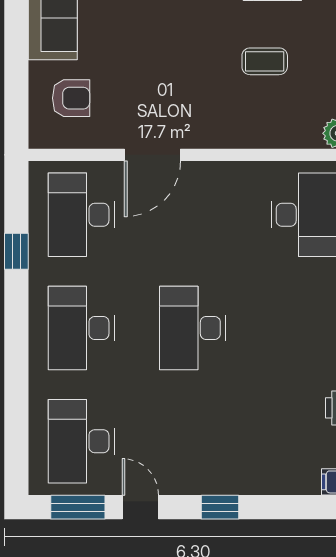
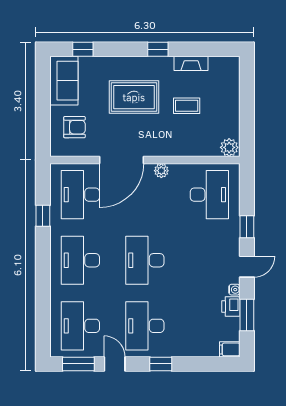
rug: (174, 46) -> (134, 97), added
door: (152, 155) -> (122, 160), width x1.36
plant: (221, 173) -> (161, 171), added
desk: (193, 441) -> (145, 326), added

